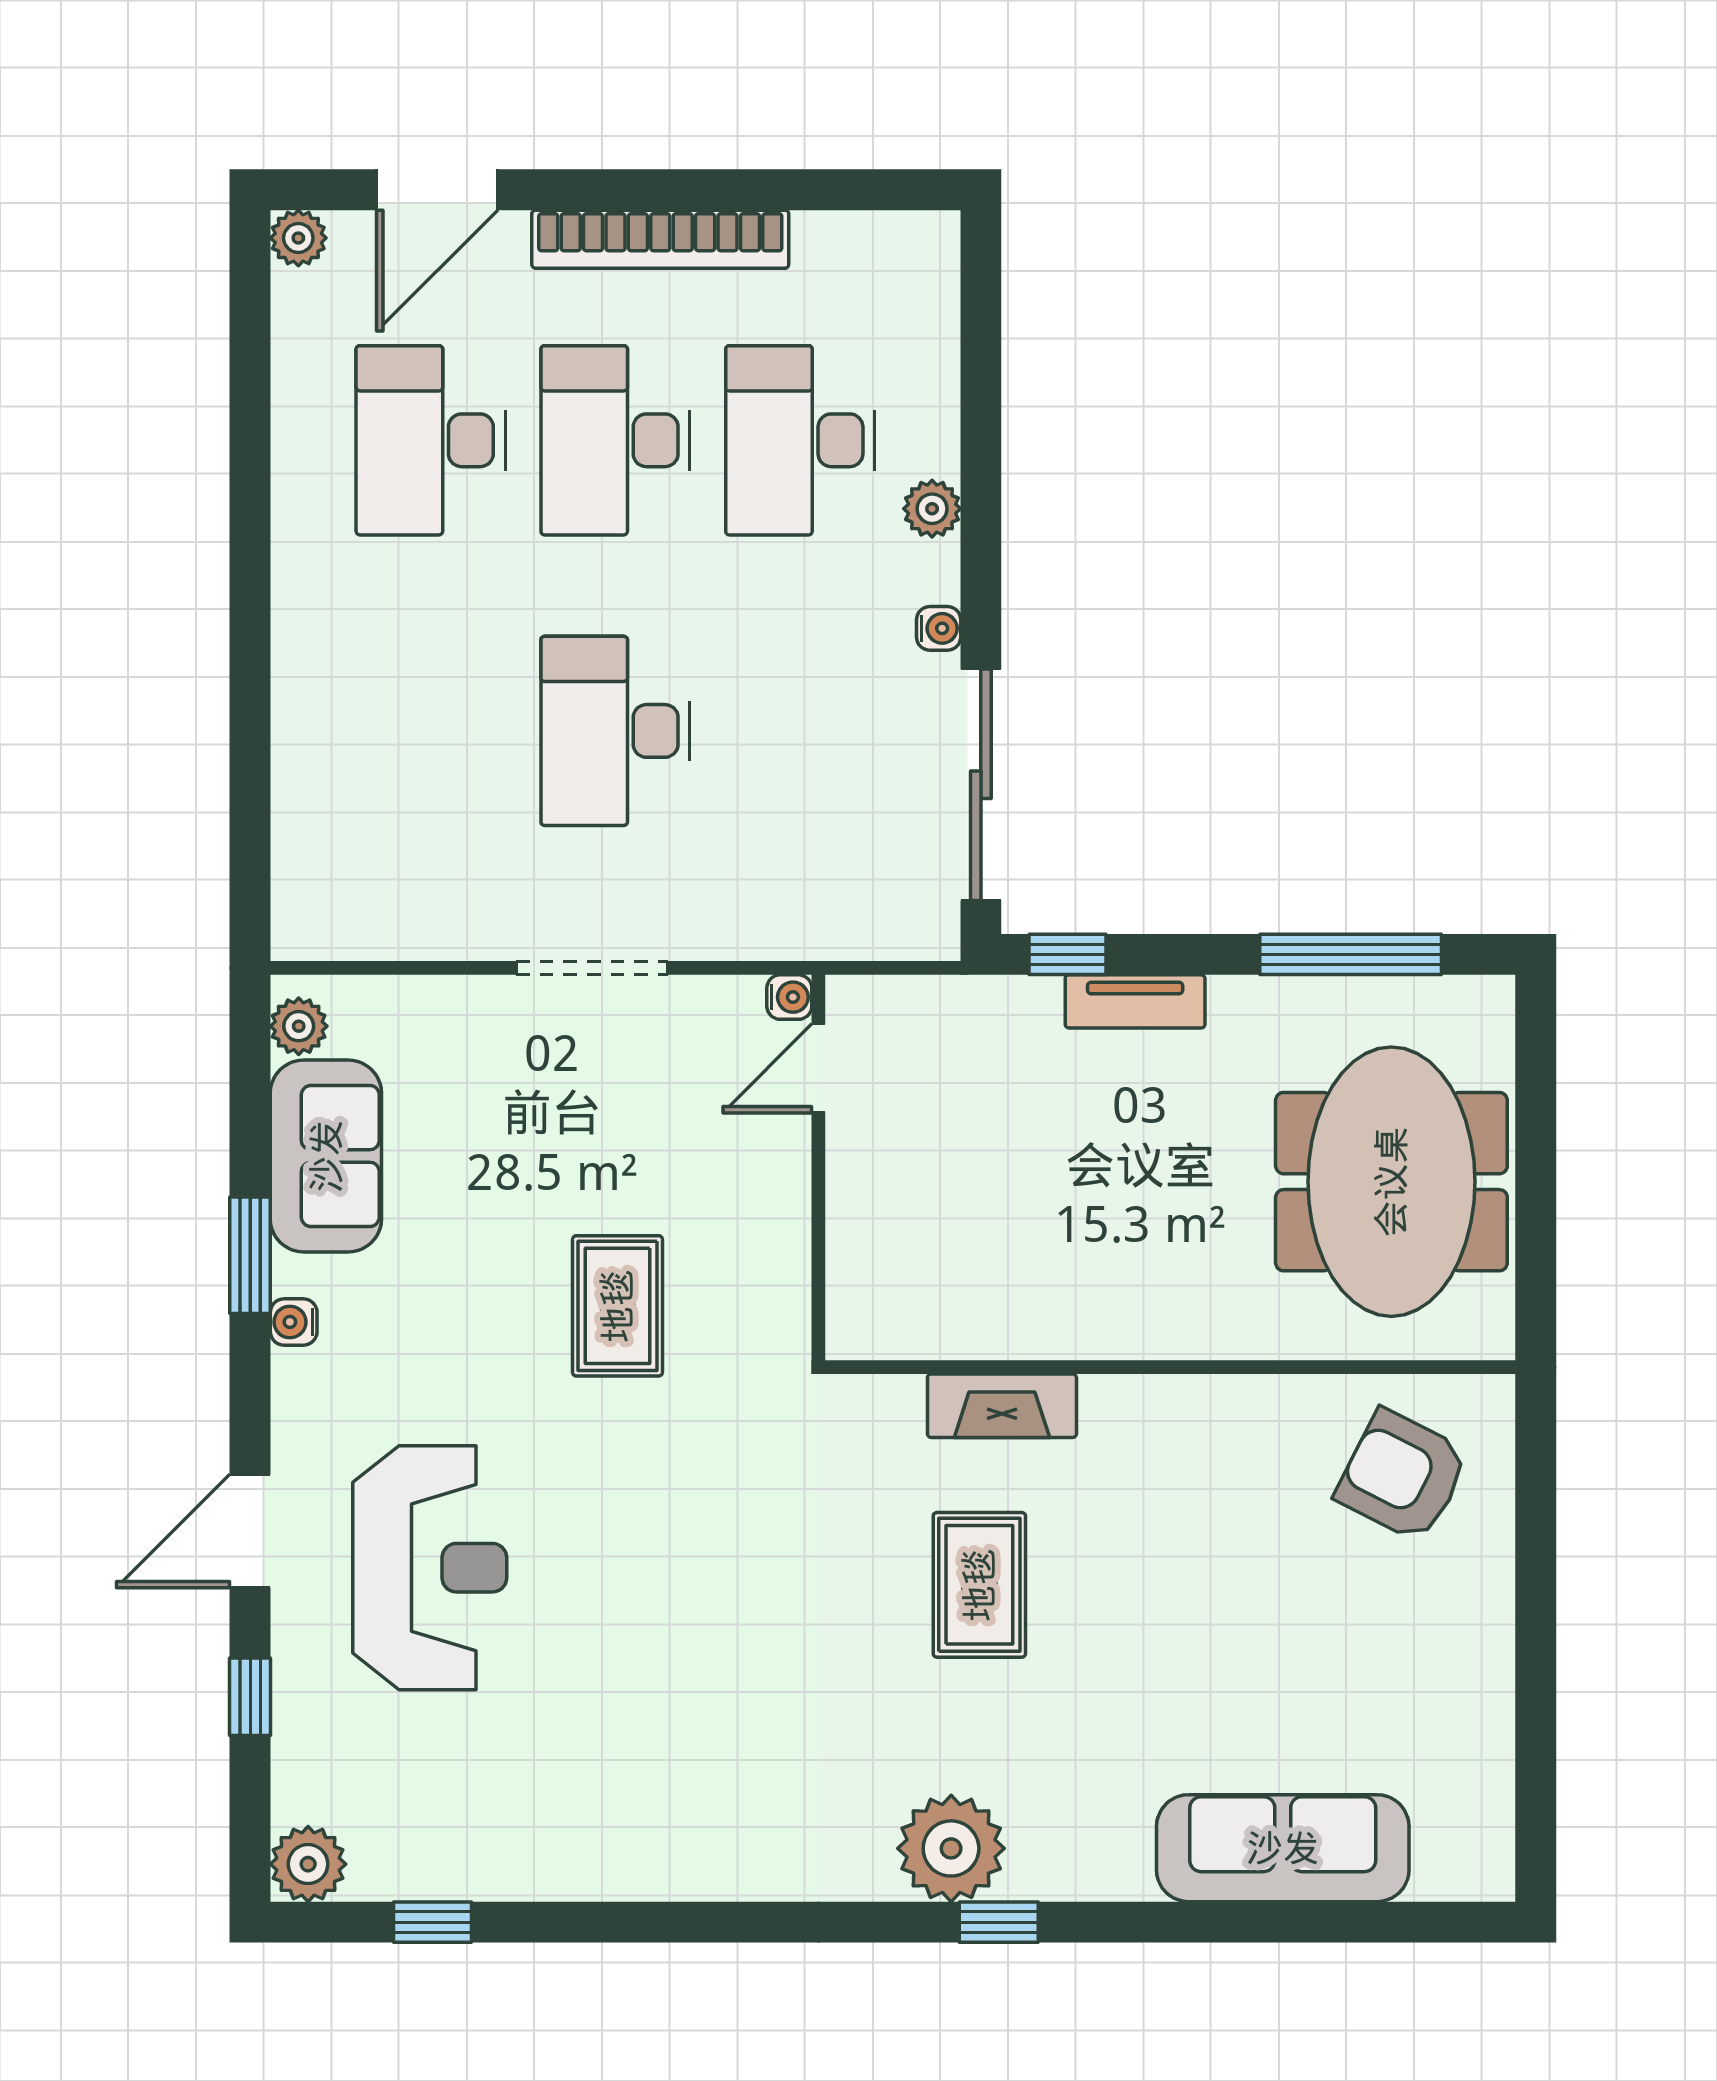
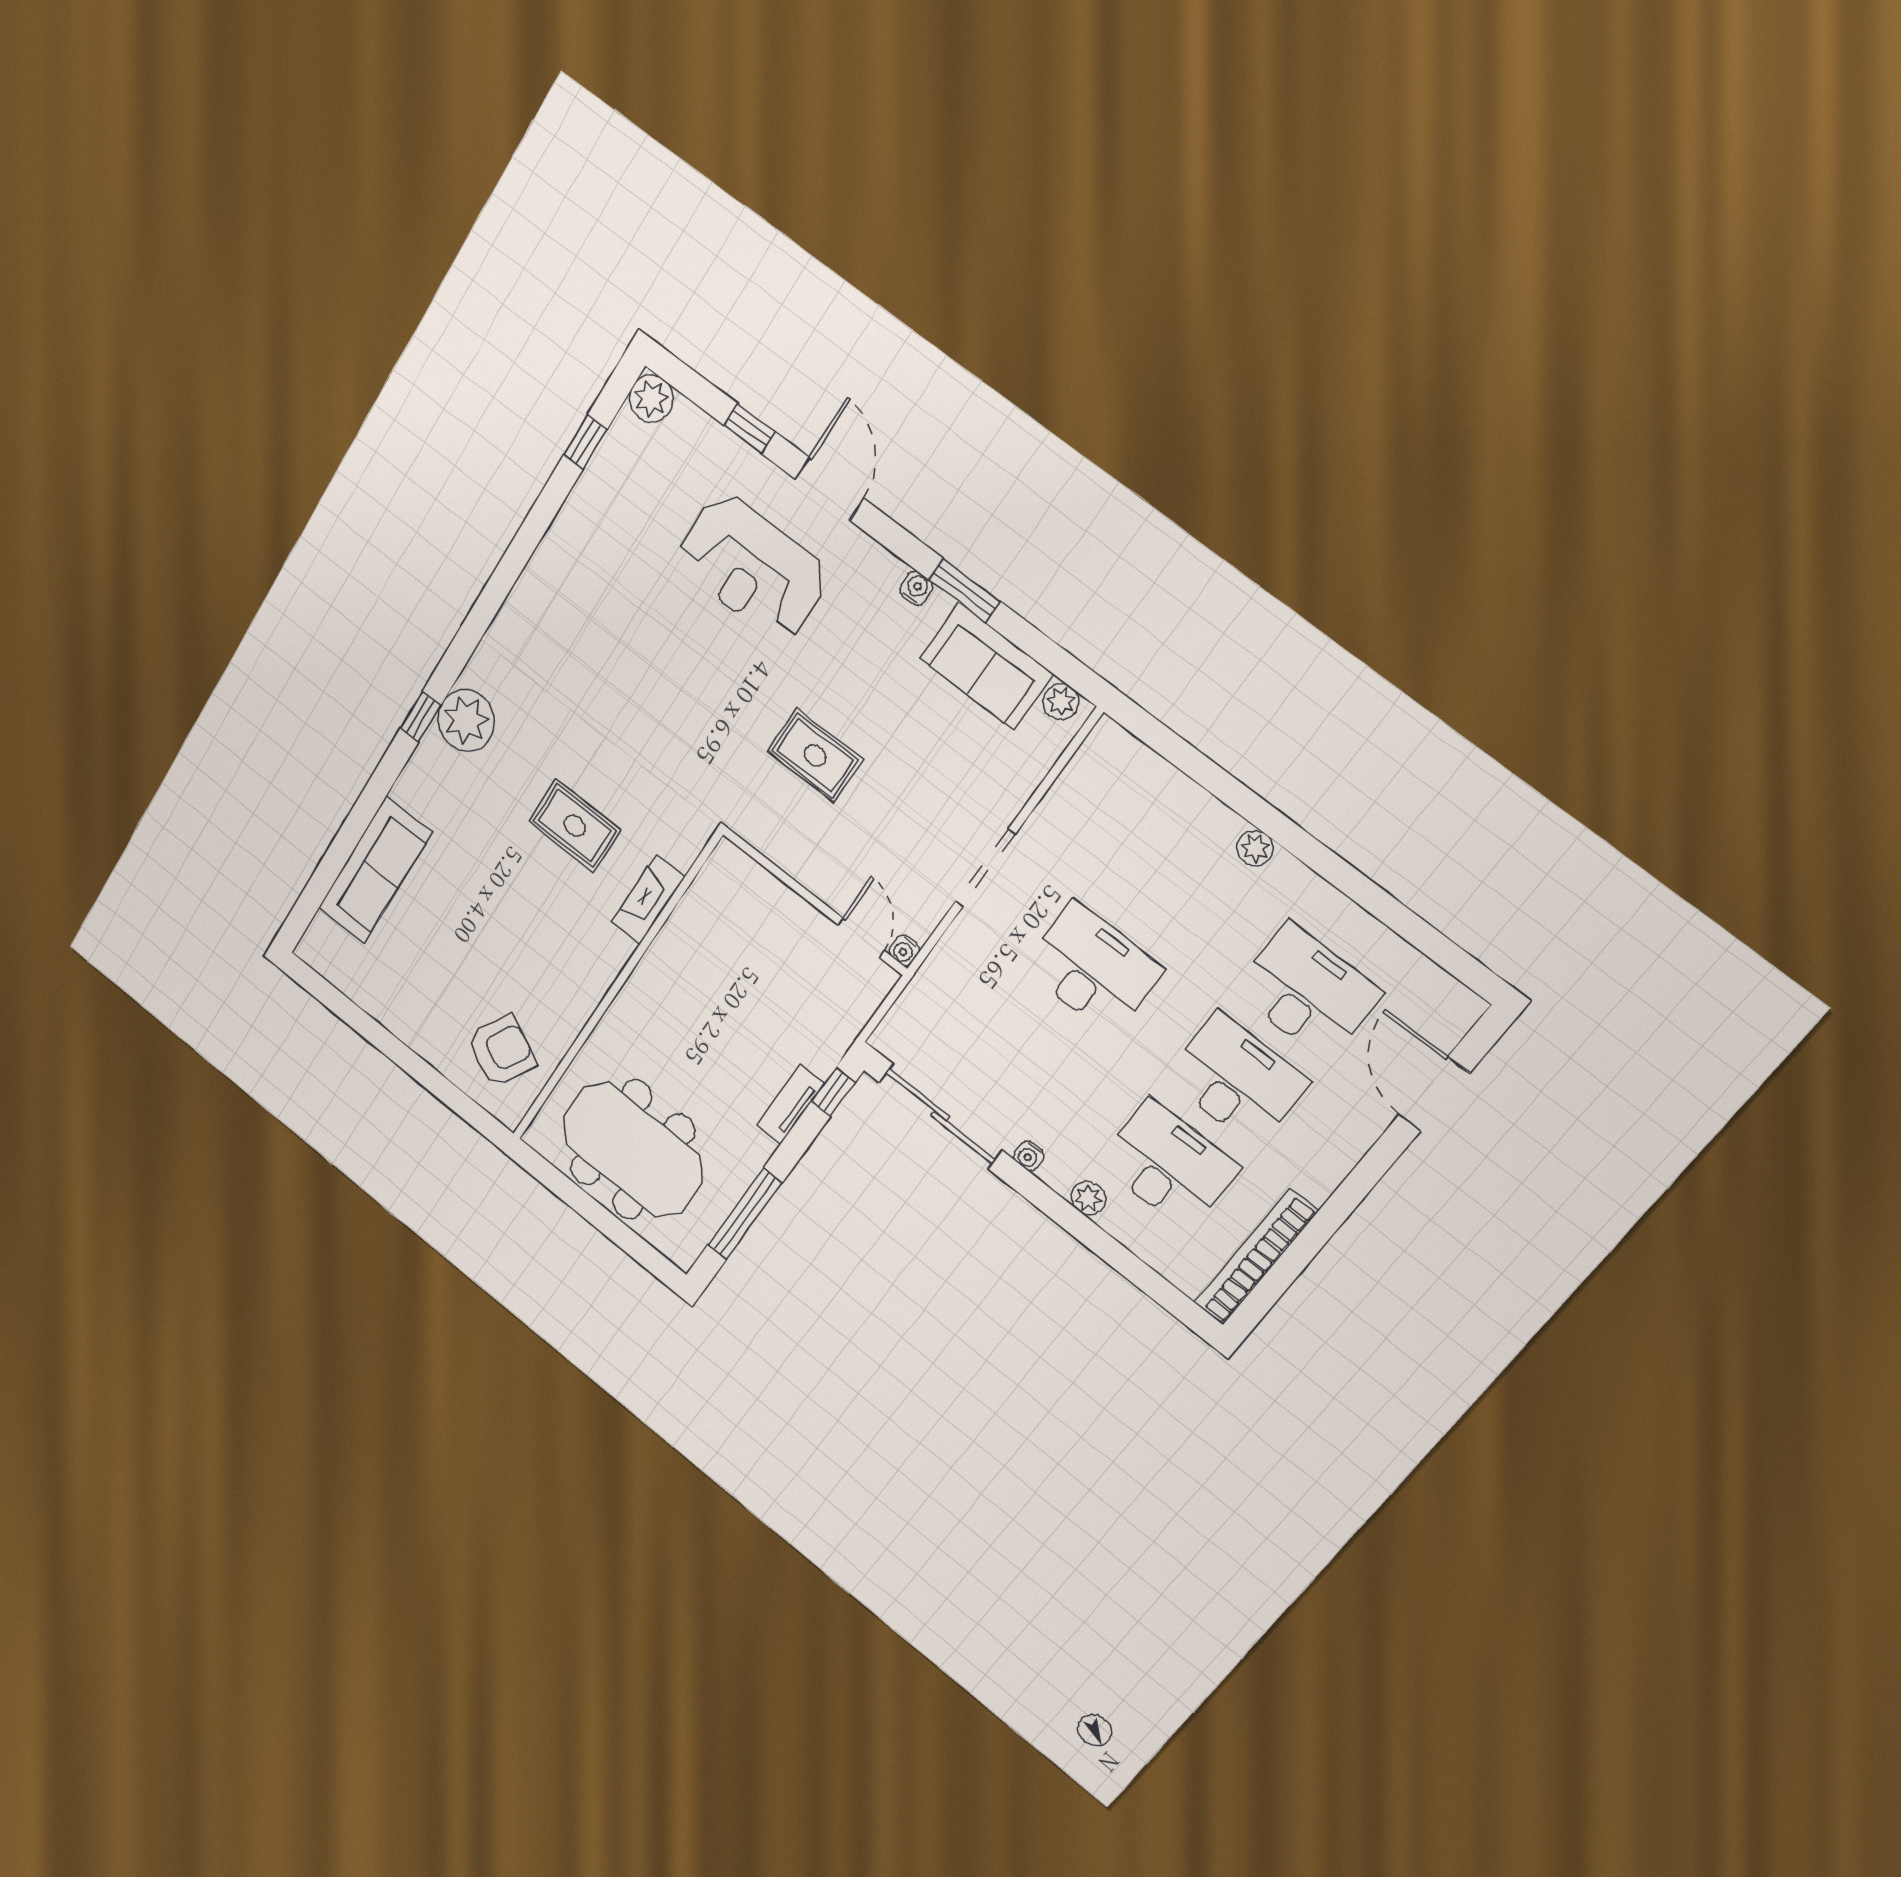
plant: (298, 238) -> (1255, 848), moved
bookcase: (660, 239) -> (1256, 1257), moved

